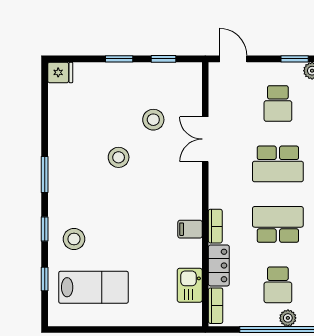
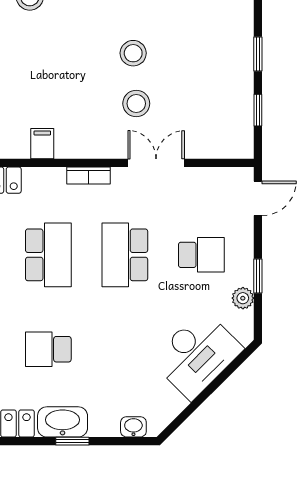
school desk: (278, 103) -> (201, 255), turned 180
stool: (153, 120) -> (136, 104), moved
bookcase: (215, 226) -> (88, 176), moved

